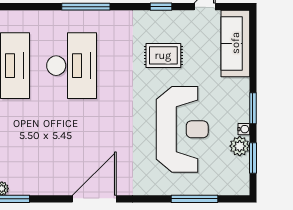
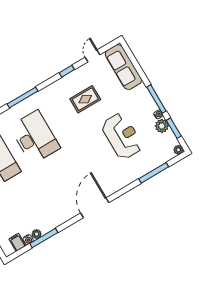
window: (253, 108) -> (156, 99), width x1.44
reception desk: (182, 129) -> (122, 136), width x0.74, depth x0.77
plant: (243, 189) -> (178, 150), added

